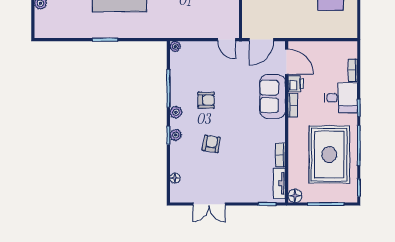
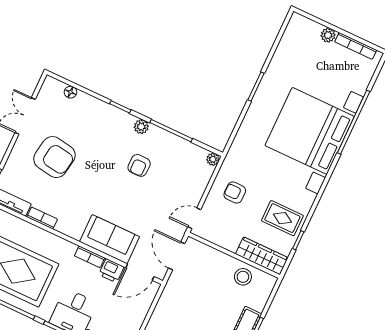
armchair: (193, 18) -> (235, 193), added
plant: (176, 135) -> (117, 115), removed
armchair: (211, 144) -> (54, 157), moved, width x1.88, depth x1.88

